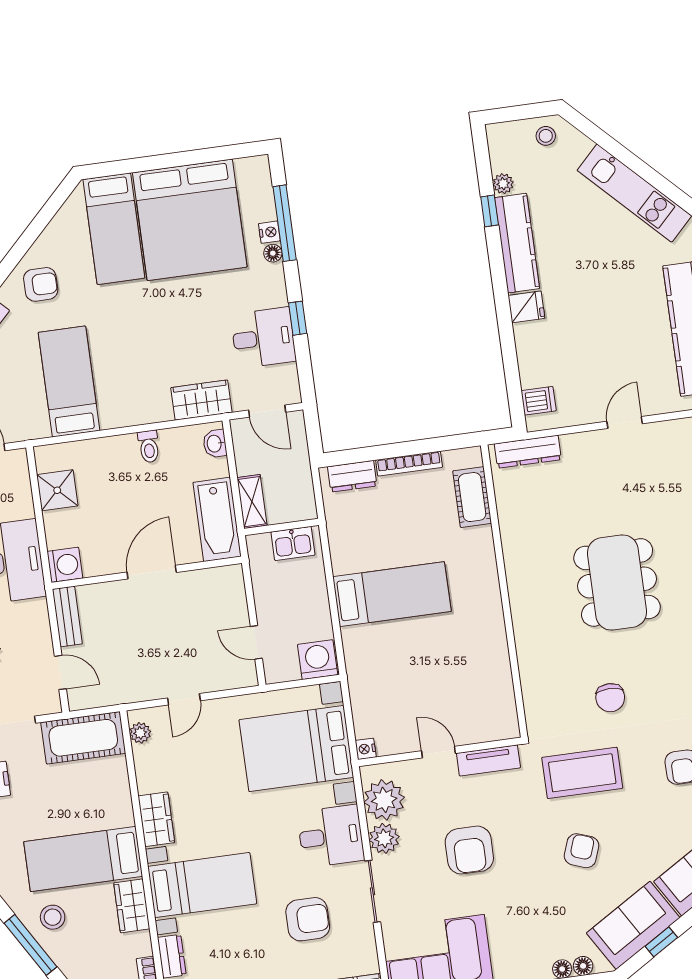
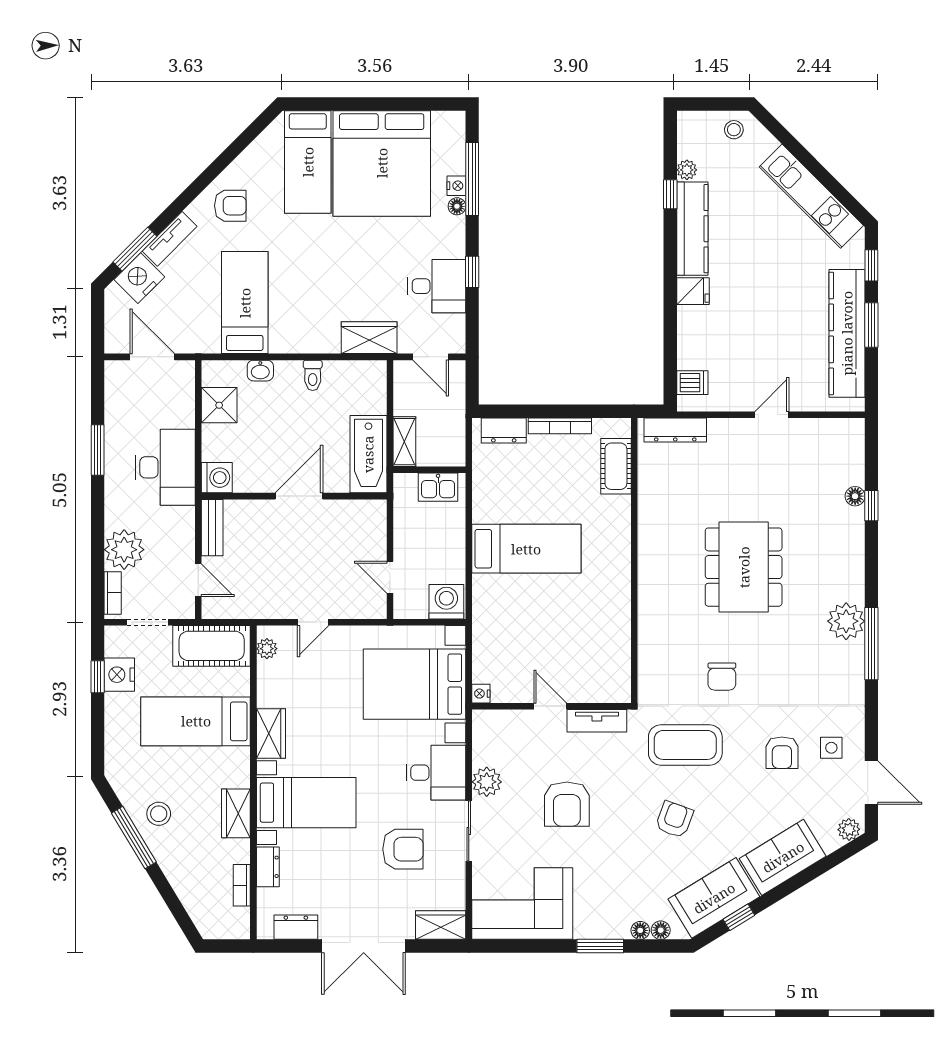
washbasin: (215, 444) -> (260, 371), moved, turned -90
plant: (384, 800) -> (492, 745), removed
bed: (83, 859) -> (196, 721), moved

